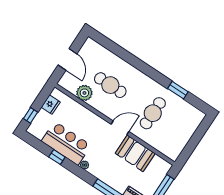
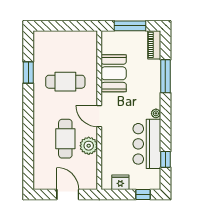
door: (67, 59) -> (68, 194), hinge flipped
plant: (84, 93) -> (89, 146), moved
door: (120, 128) -> (99, 116), moved
window: (57, 157) -> (165, 159), moved

